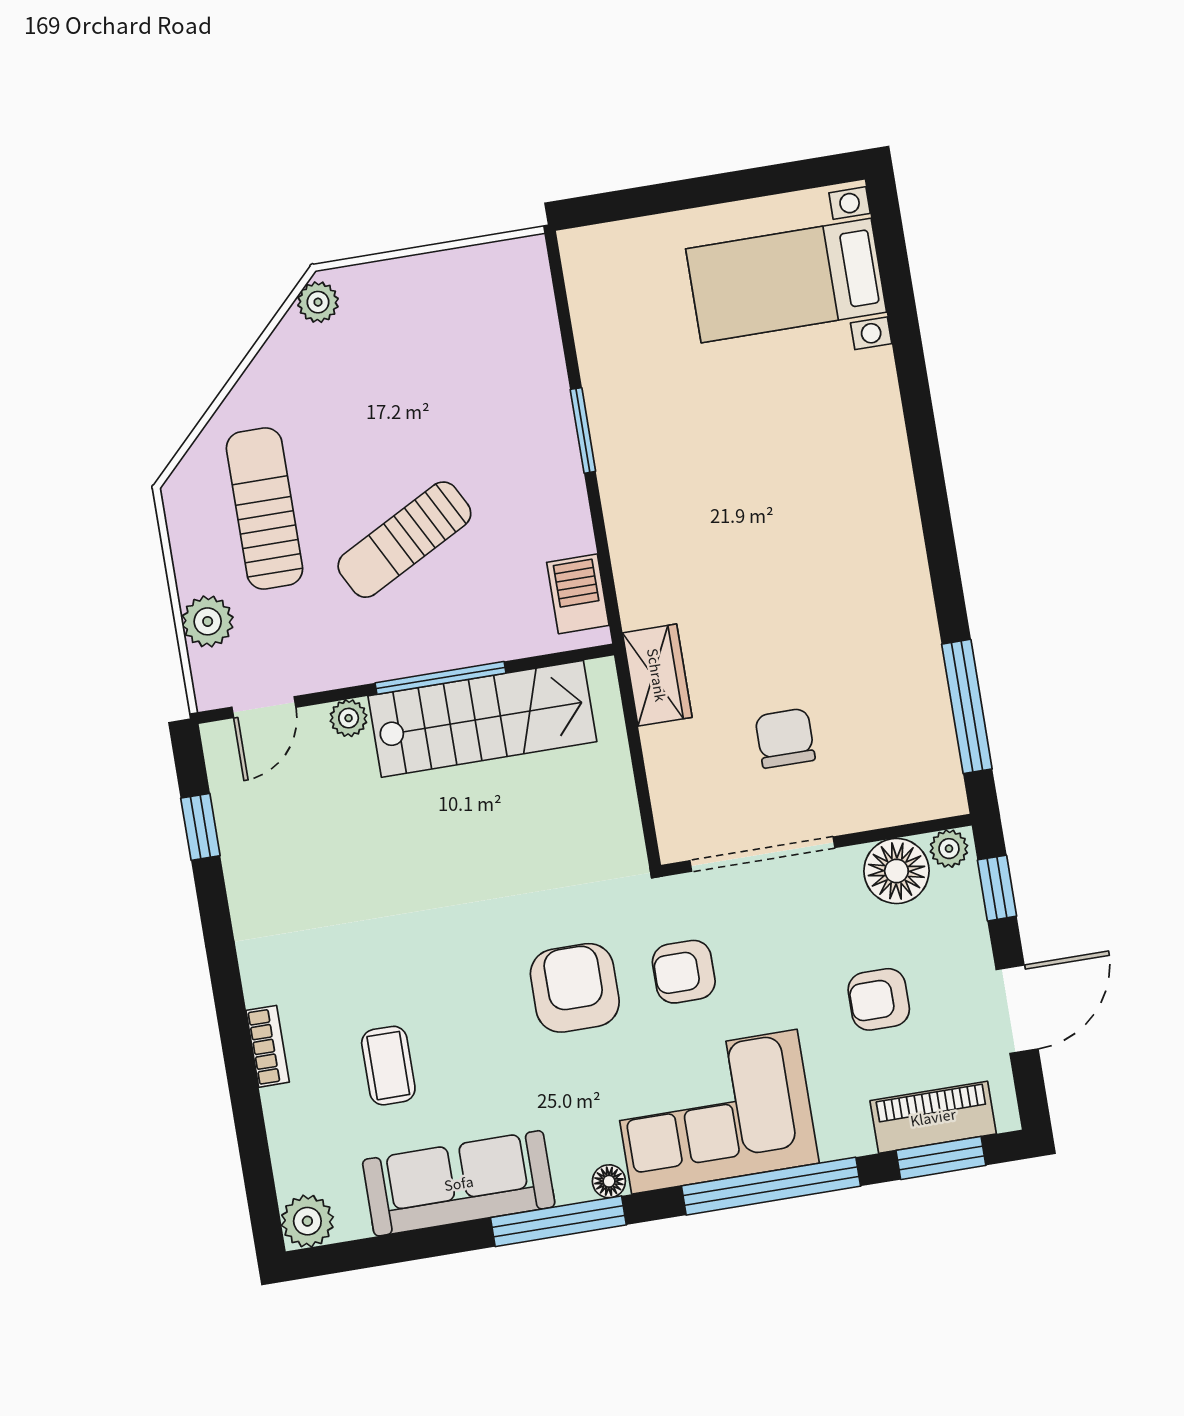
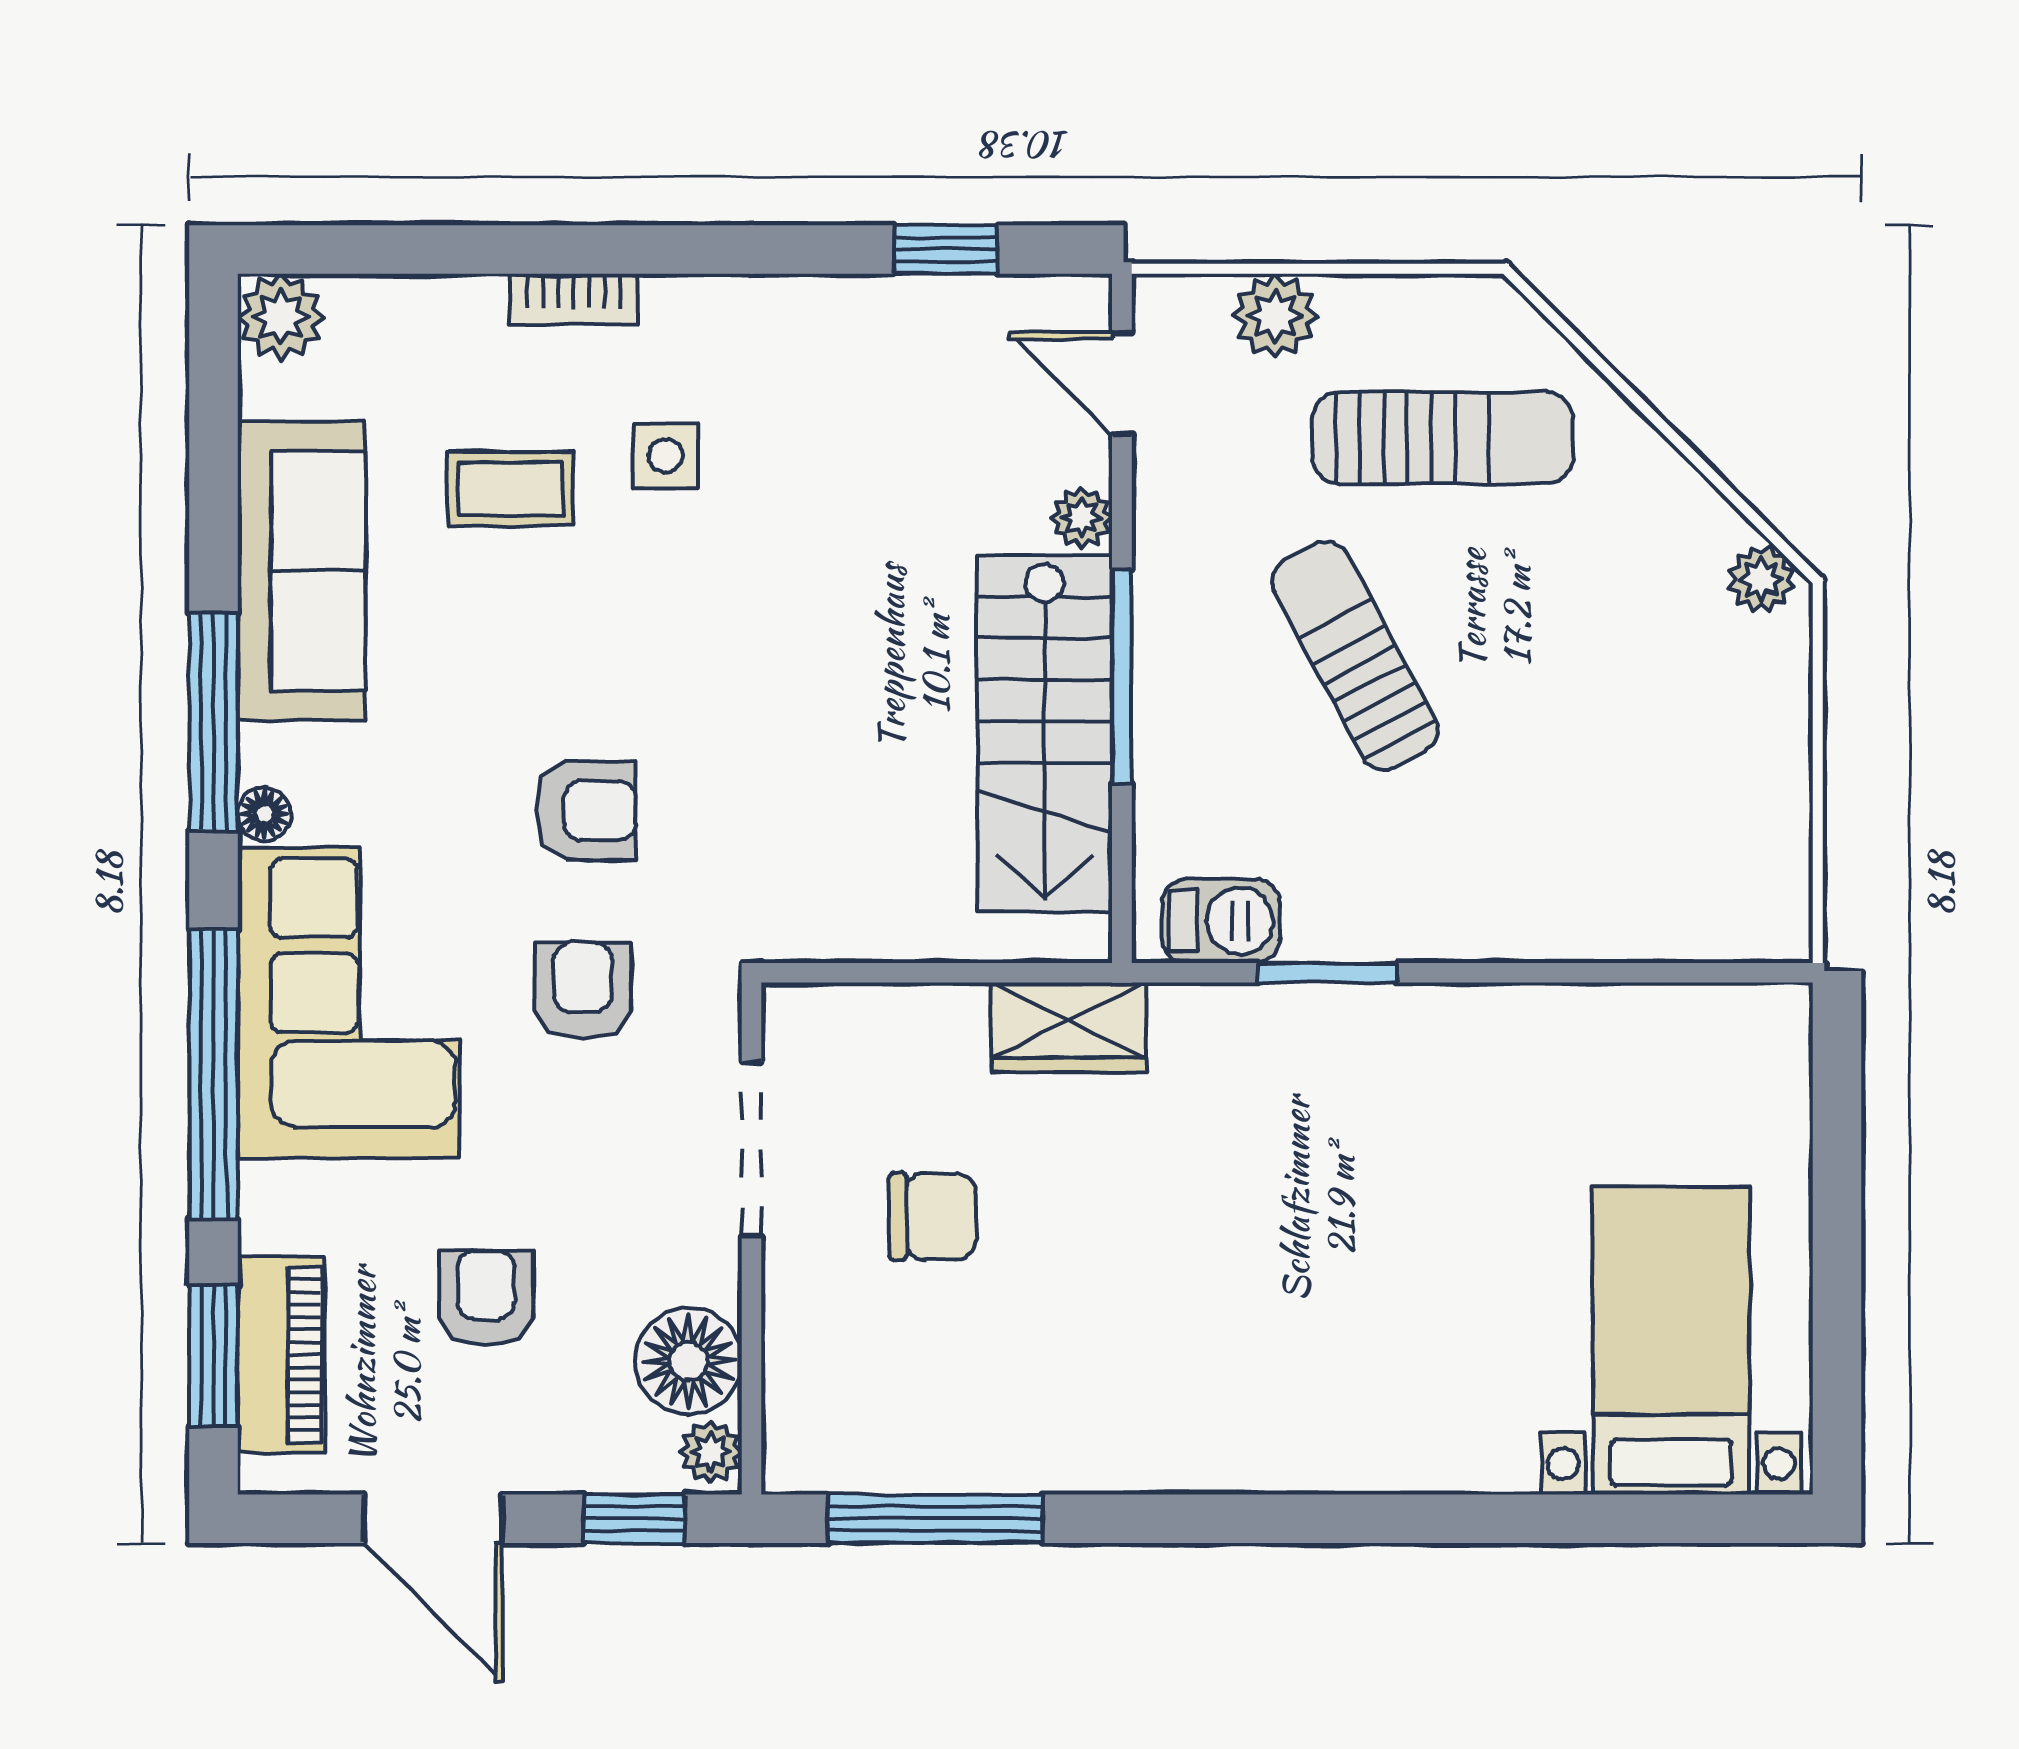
window: (583, 430) -> (1327, 973), moved
doorway: (762, 854) -> (751, 1149), width x0.73
side table: (353, 975) -> (666, 456), added
armchair: (575, 988) -> (586, 811), width x0.72, depth x0.72

